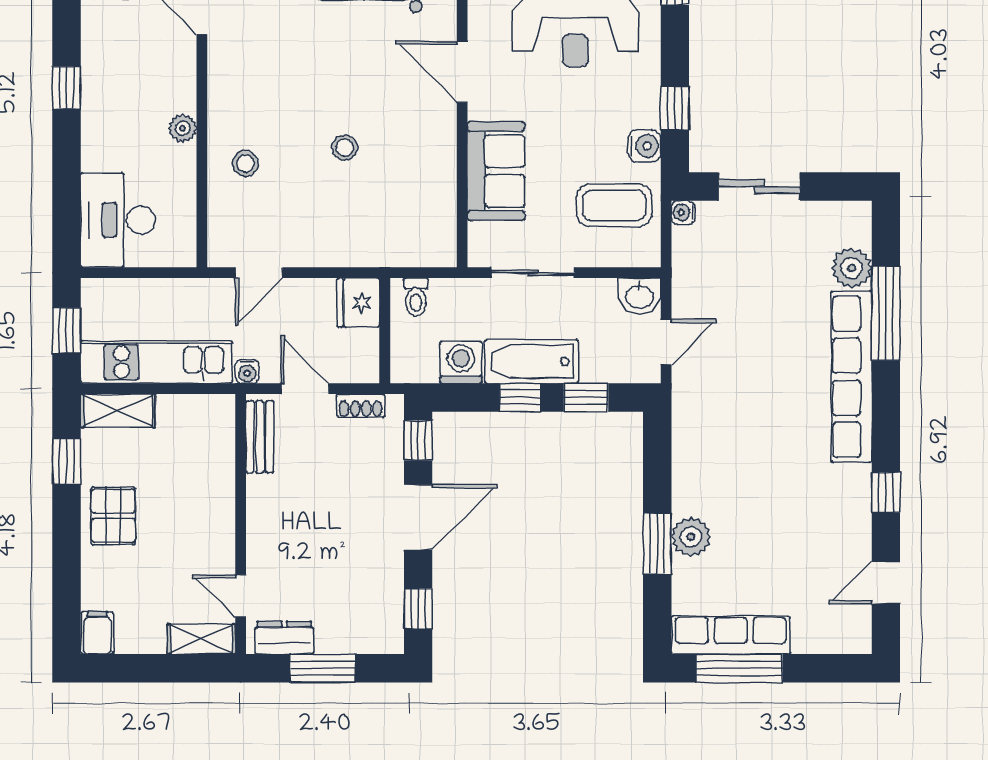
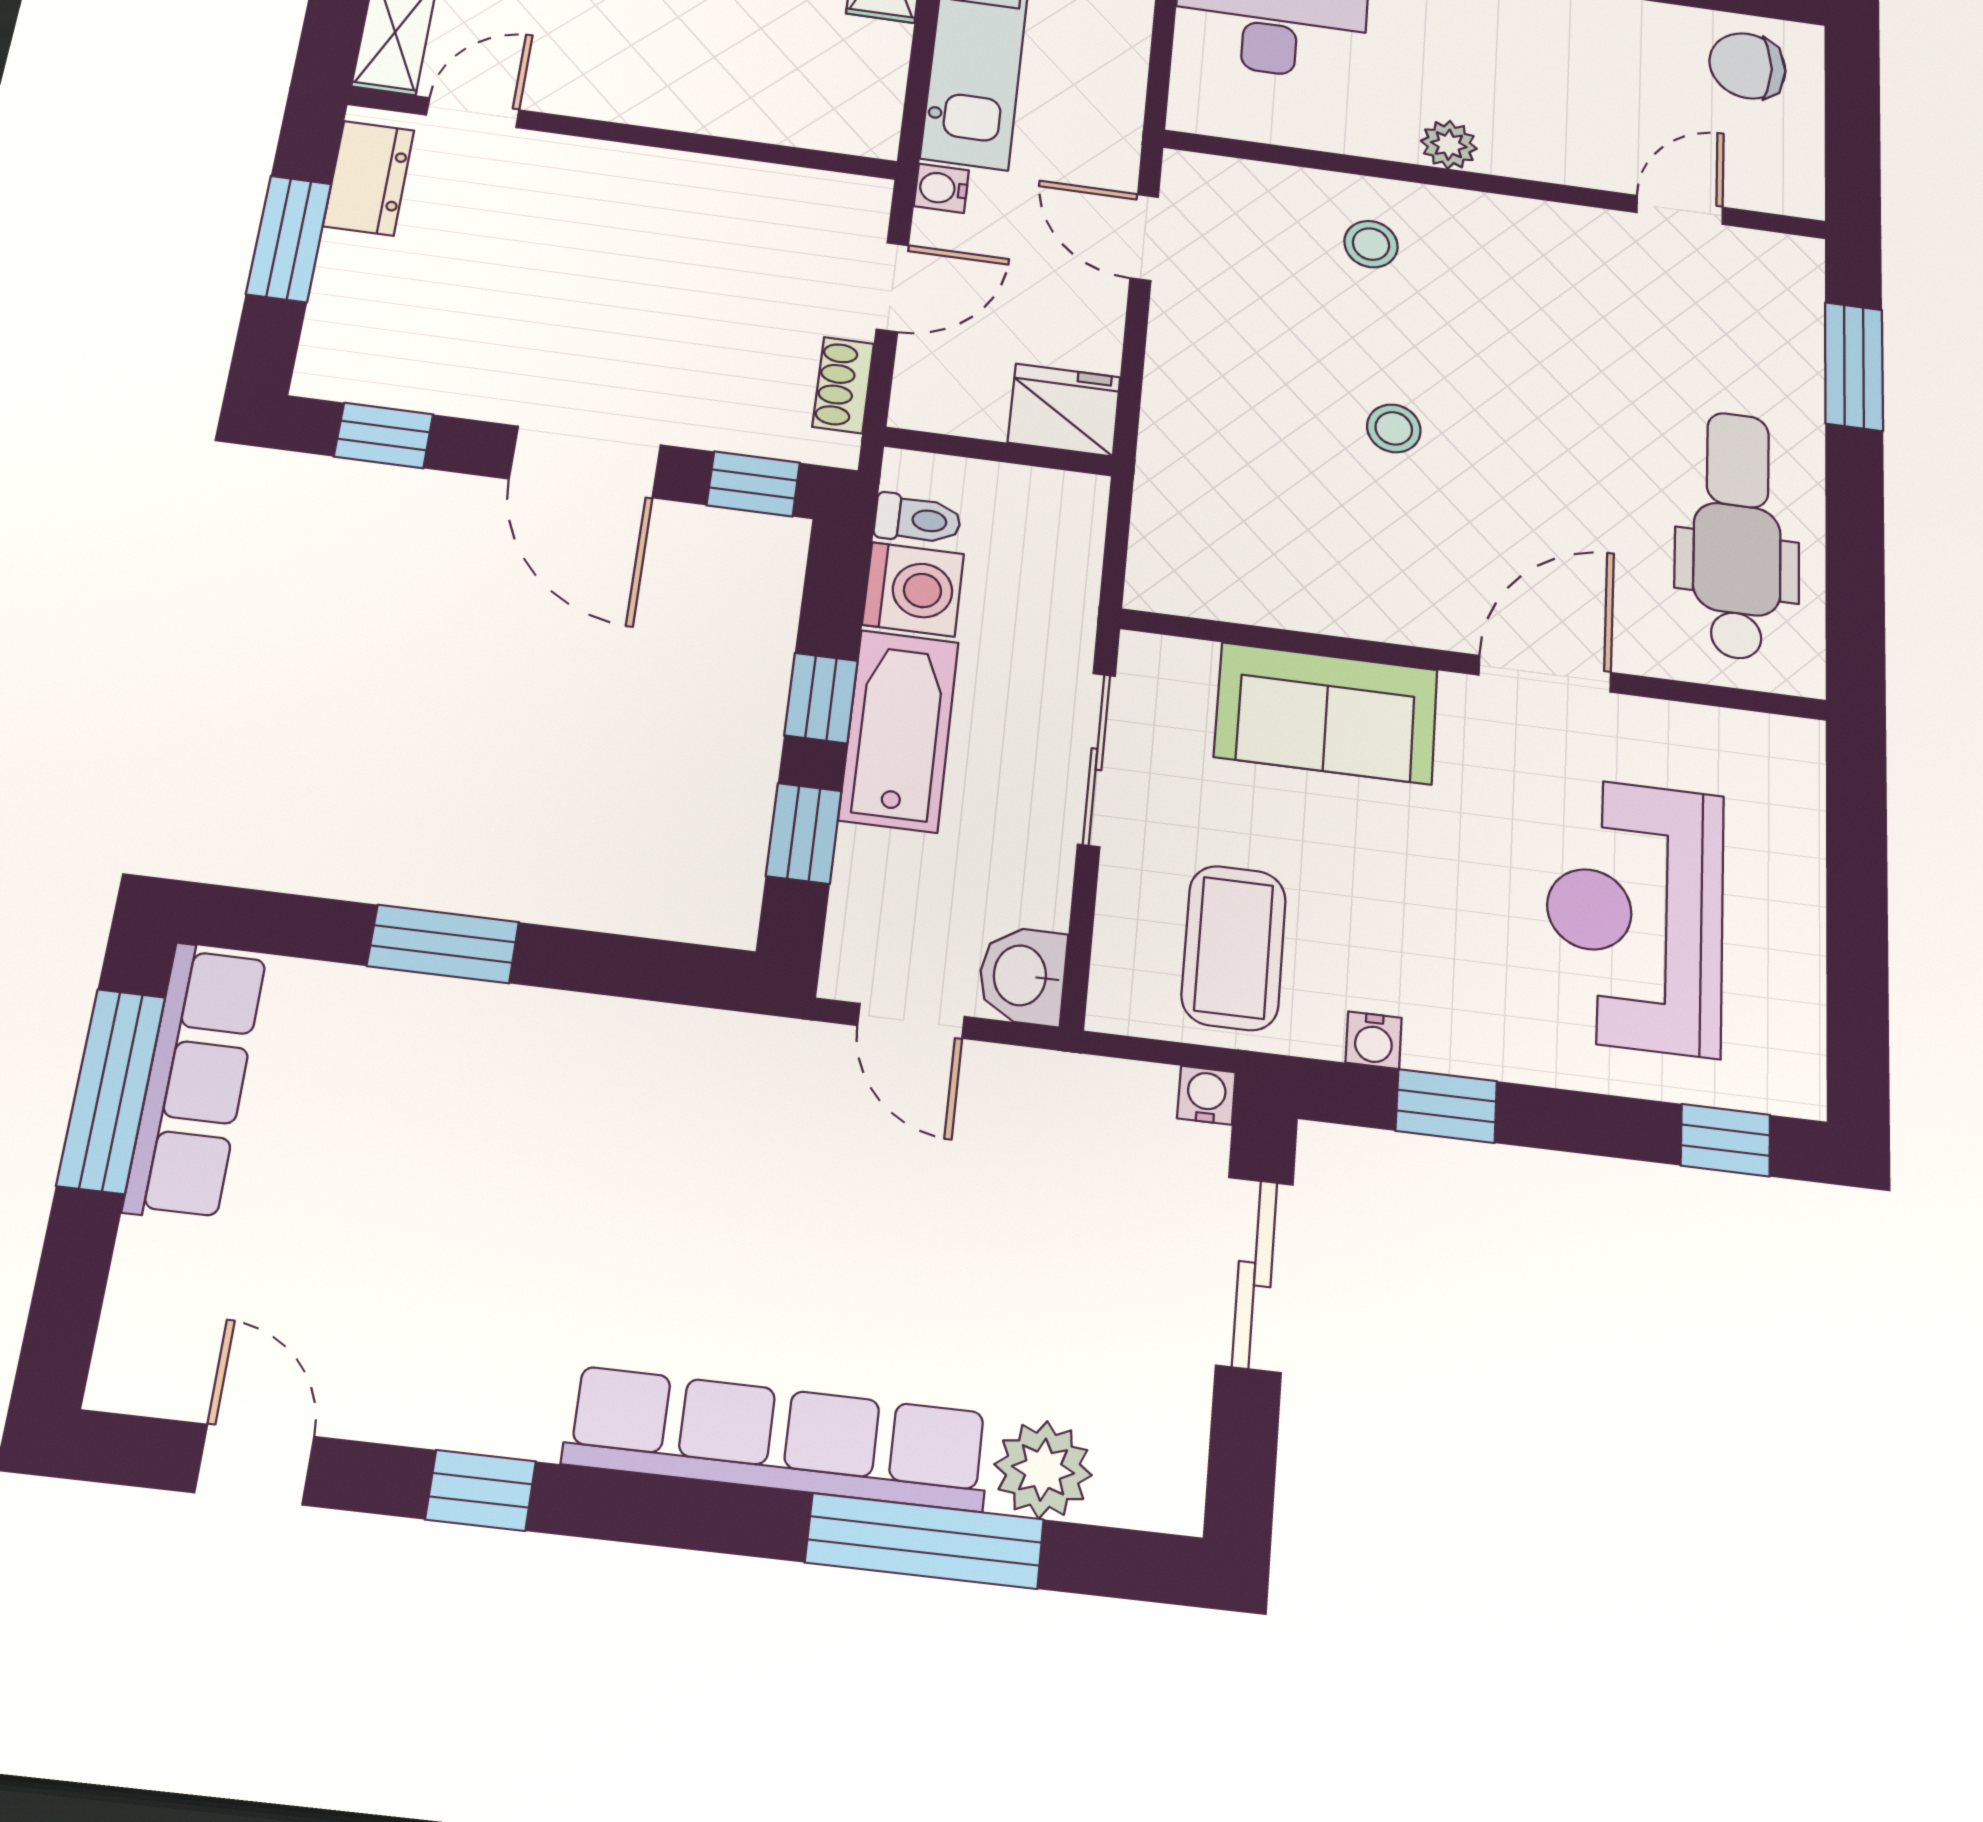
water cooler: (644, 146) -> (1374, 1040), width x0.72, depth x0.72
toilet: (416, 297) -> (918, 519), moved, turned 180
bench: (260, 437) -> (802, 192), removed
plant: (691, 537) -> (447, 1020), removed

